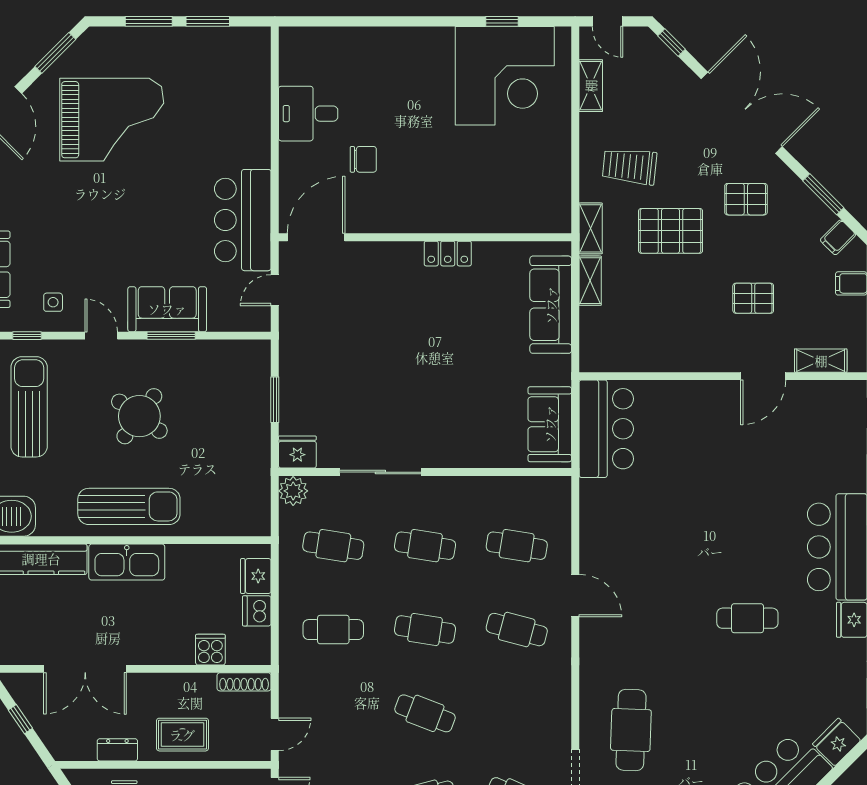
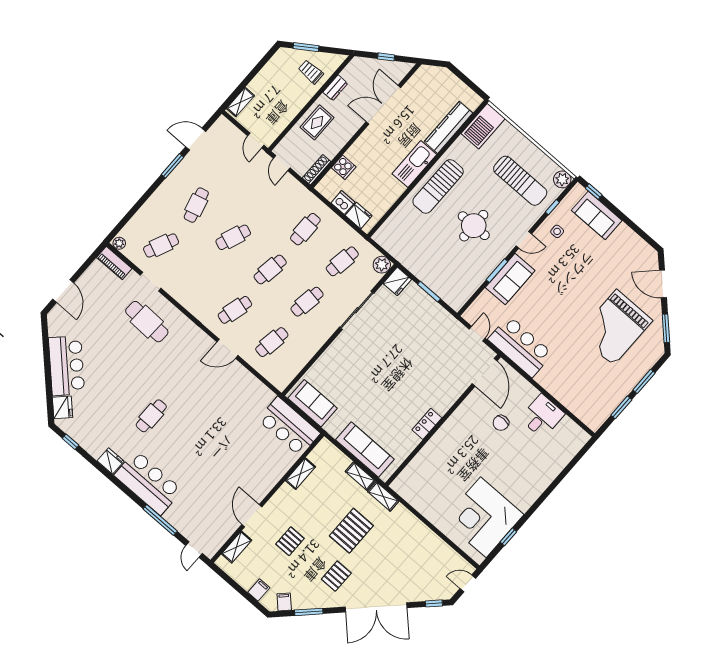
shelving: (591, 86) -> (301, 474), moved, turned 90
trolley: (630, 166) -> (396, 537), removed
round table: (139, 416) -> (474, 226), turned -36

